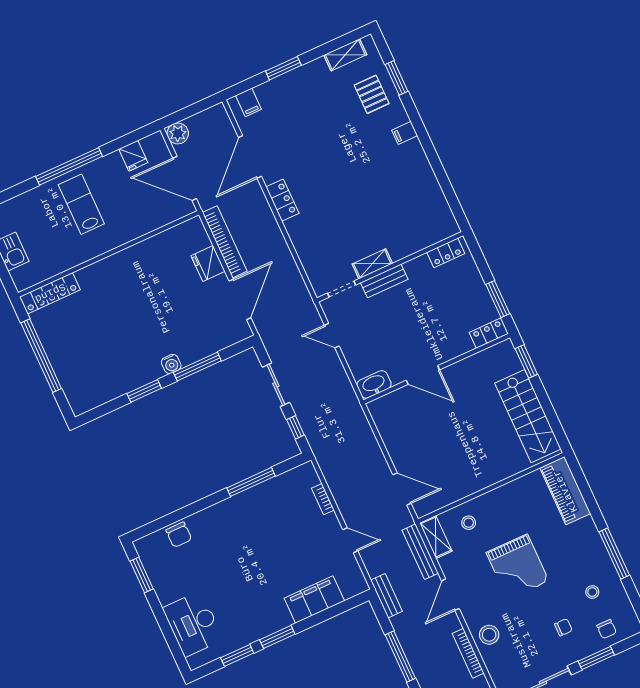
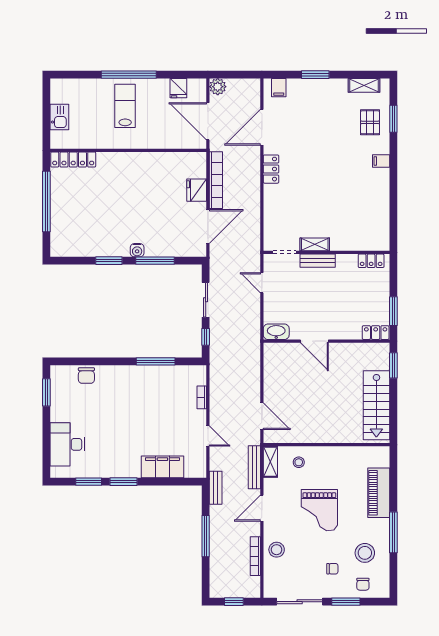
piano: (565, 491) -> (379, 493), moved
stool: (592, 592) -> (365, 553), width x1.89, depth x1.89

